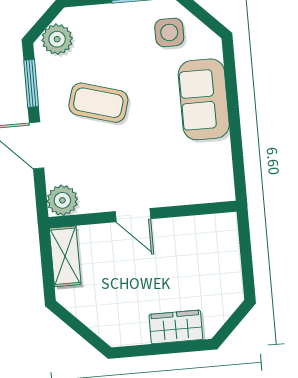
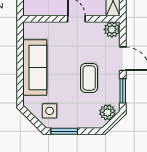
sofa: (204, 99) -> (35, 67), width x1.36
coffee table: (98, 103) -> (89, 78), turned 74

